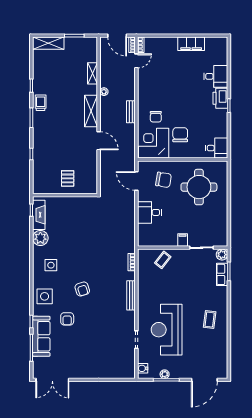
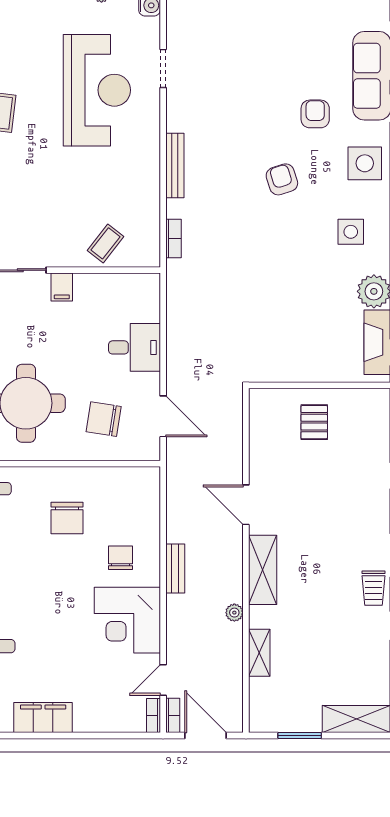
corner desk: (154, 143) -> (127, 620), moved, turned 90

